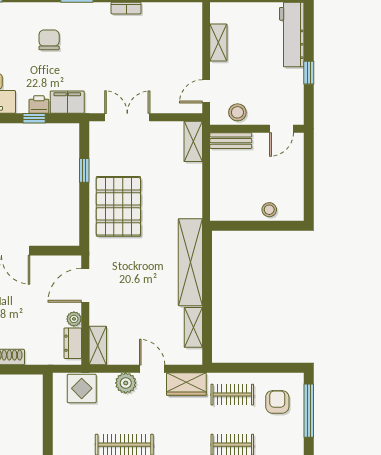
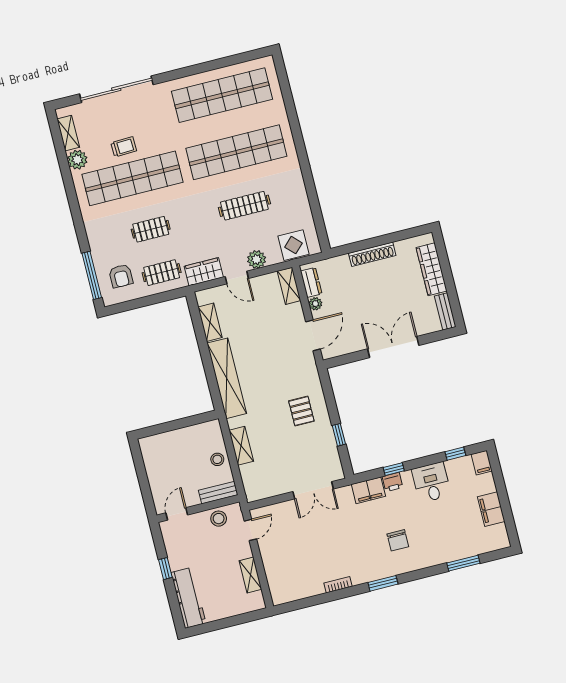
shelving: (193, 141) -> (241, 446), moved
pallet: (118, 206) -> (301, 411), width x0.49, depth x0.50
stool: (269, 210) -> (217, 459), moved

